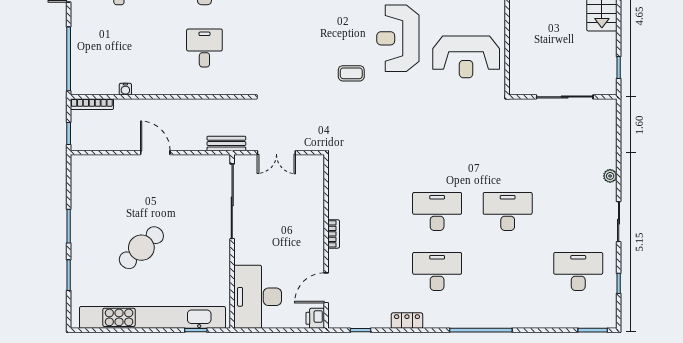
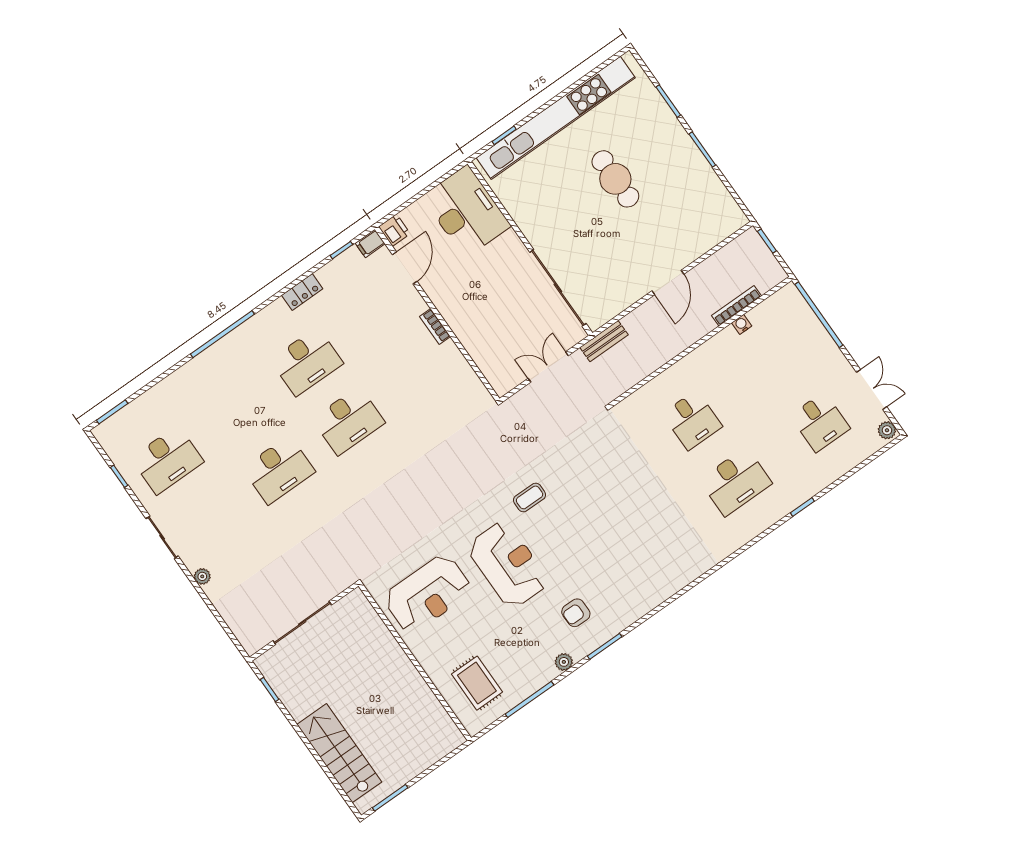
reception desk: (466, 57) -> (428, 594), turned 180
bookcase: (92, 104) -> (737, 306), moved
door: (155, 153) -> (668, 283), hinge flipped
cafe table: (141, 248) -> (615, 179), turned -47
filing cabinet: (338, 321) -> (370, 243), added

